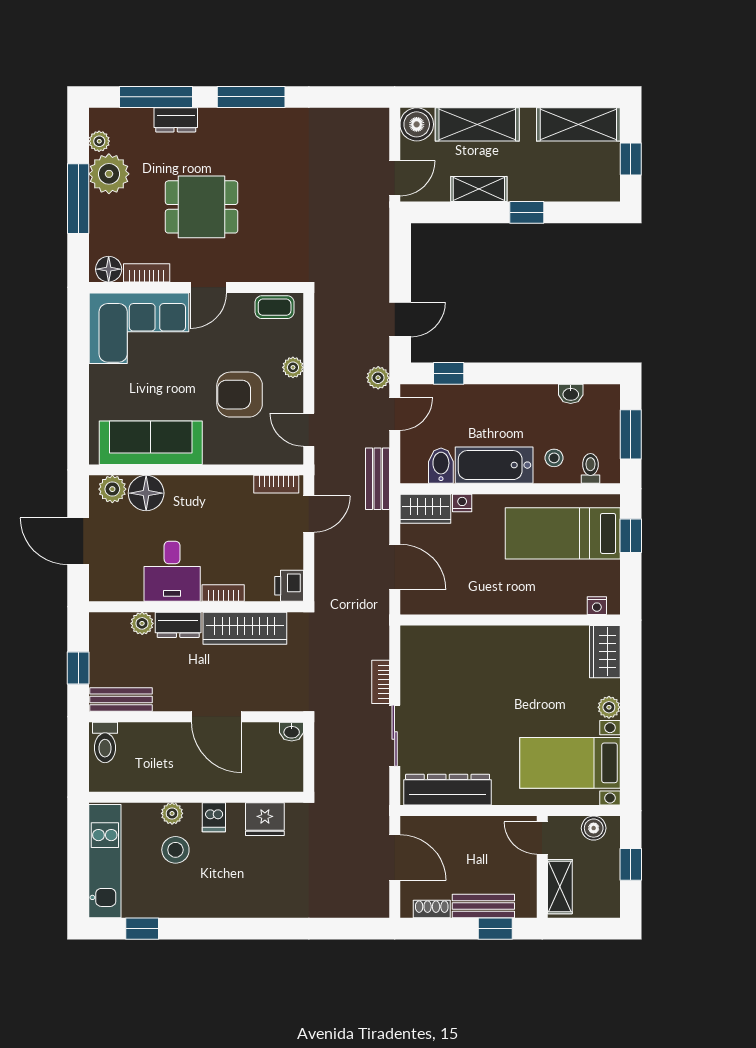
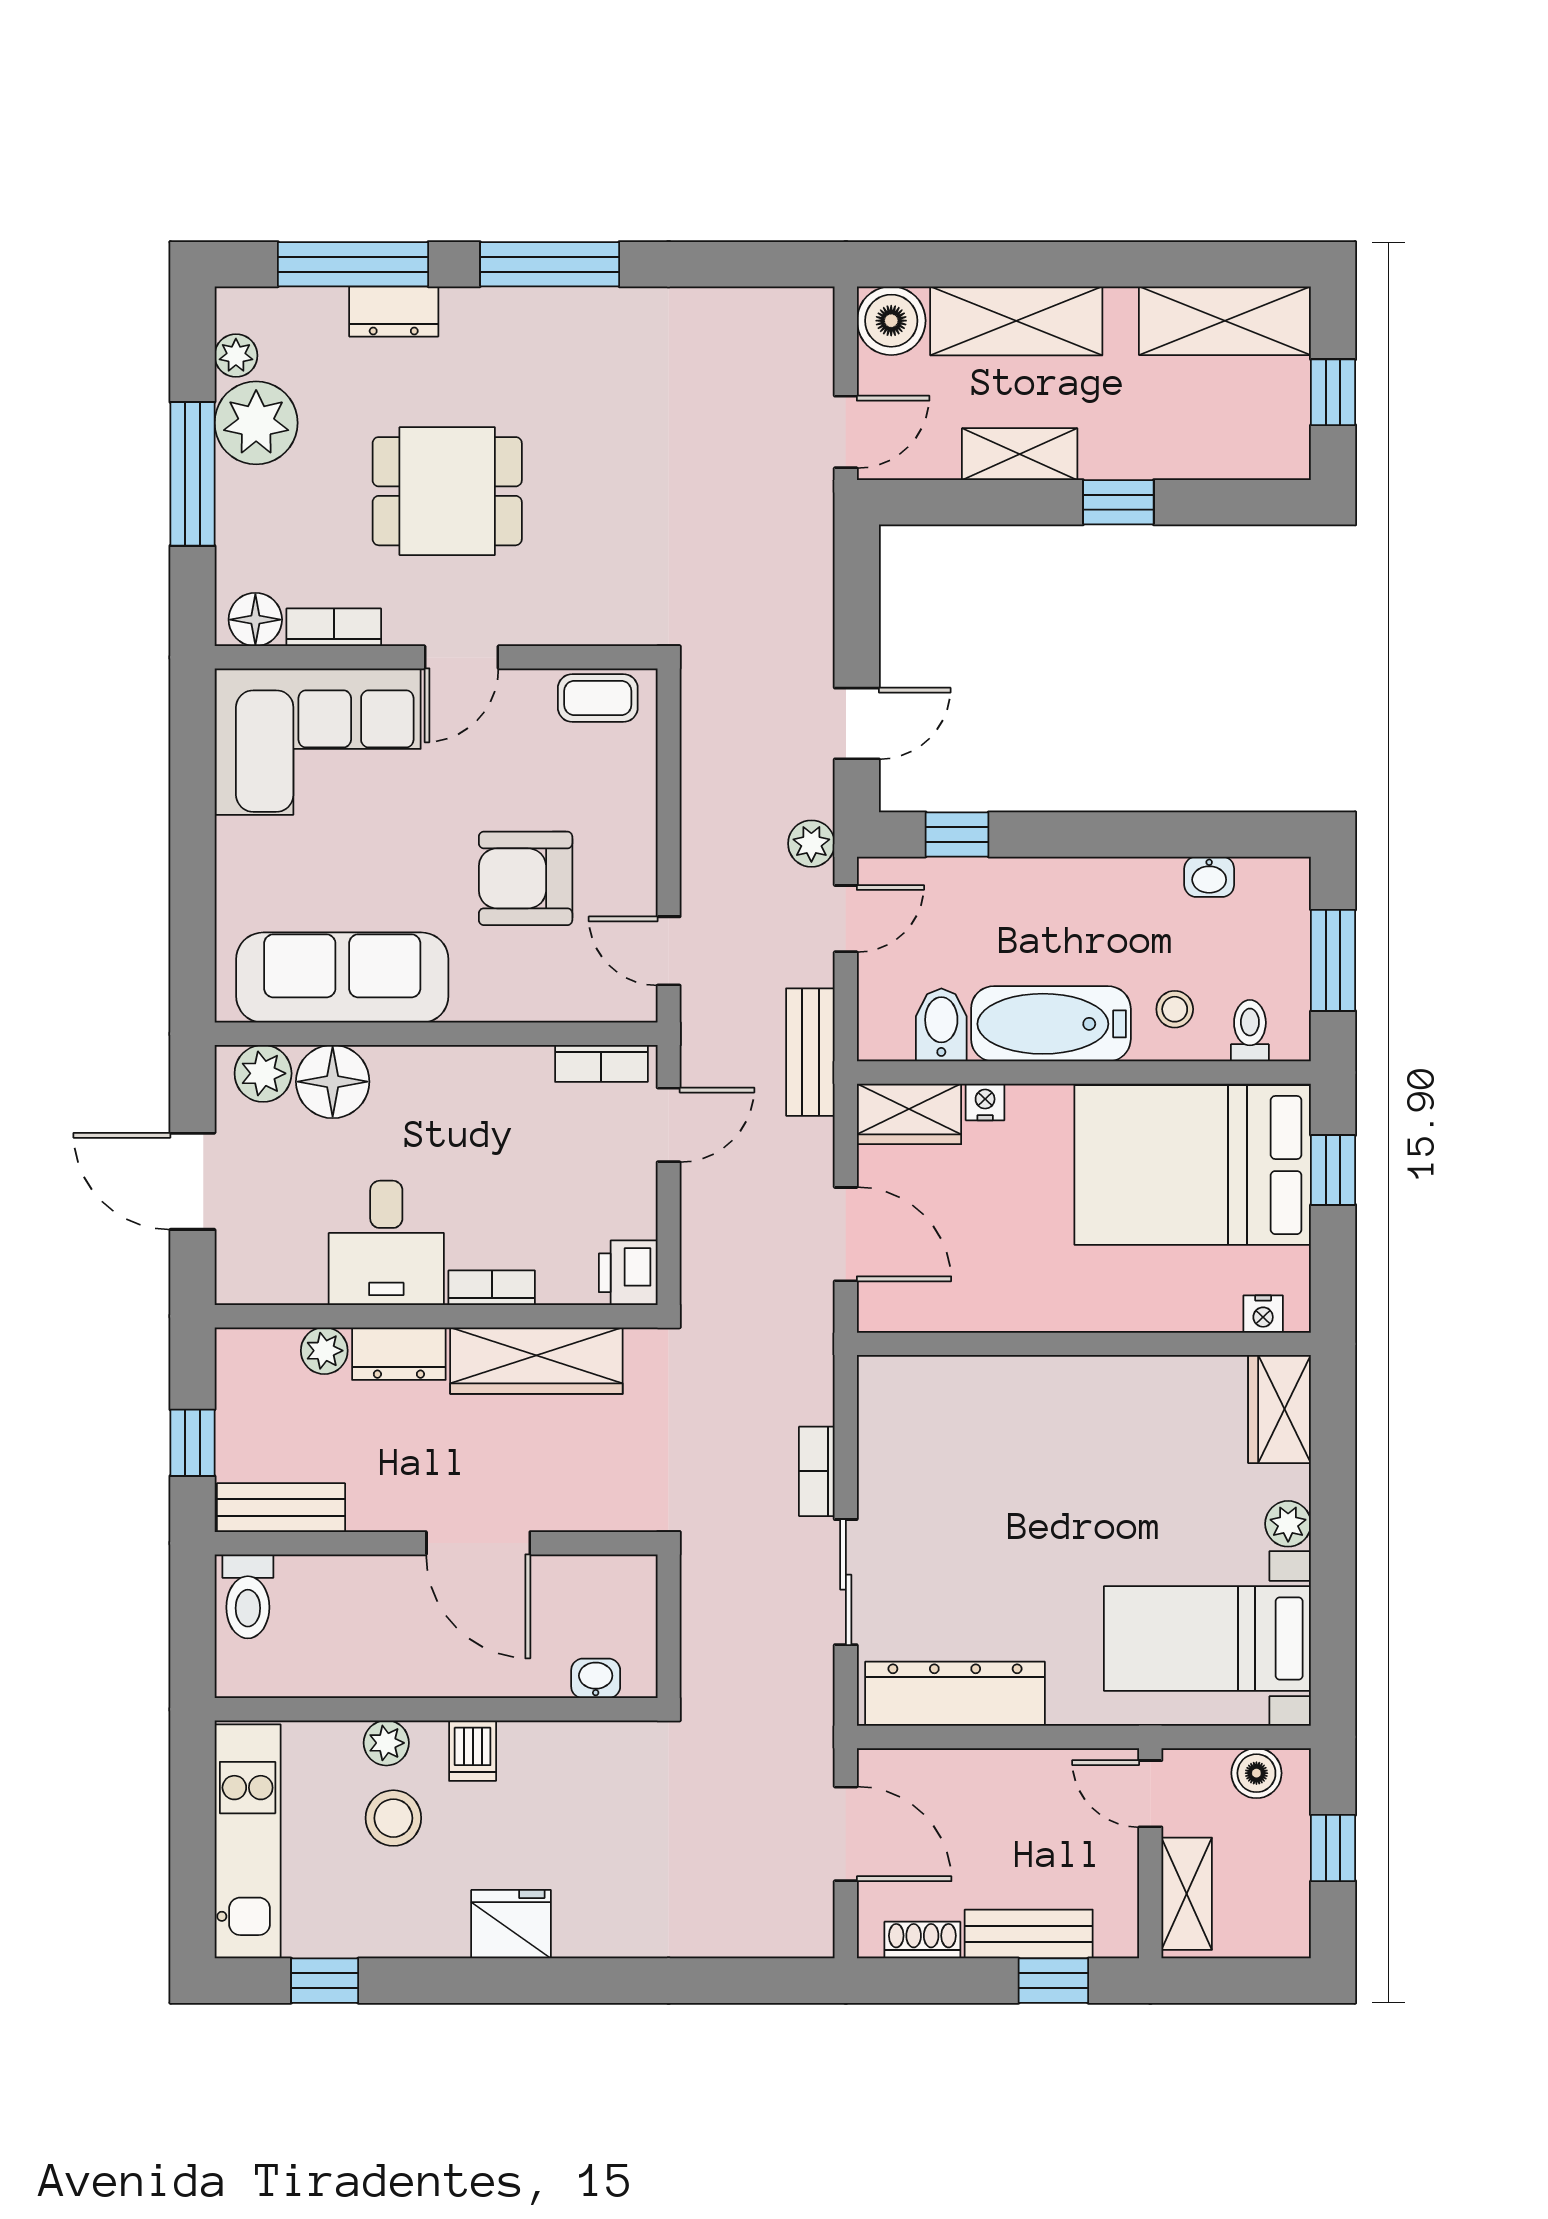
plant: (293, 367) -> (636, 822), removed
bed: (563, 533) -> (1193, 1165), width x1.50
washbasin: (292, 732) -> (596, 1678), moved, turned 180
fridge: (265, 819) -> (511, 1924), moved, turned 180

